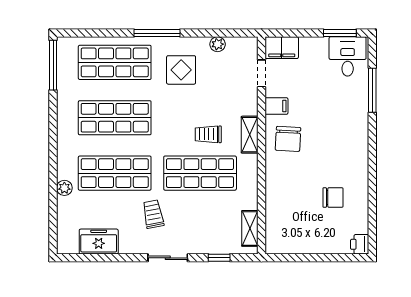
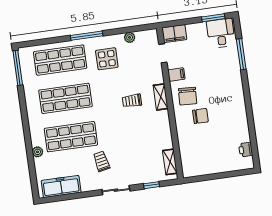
shop shelf: (200, 173) -> (130, 128), removed
chair: (333, 198) -> (200, 116), moved
freezer: (99, 242) -> (61, 186), width x1.40
printer: (360, 244) -> (246, 150), moved

